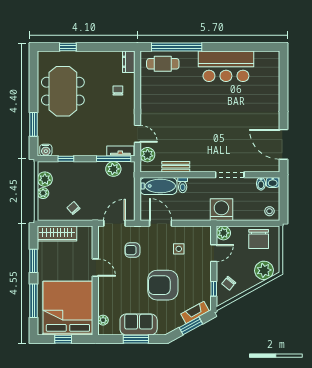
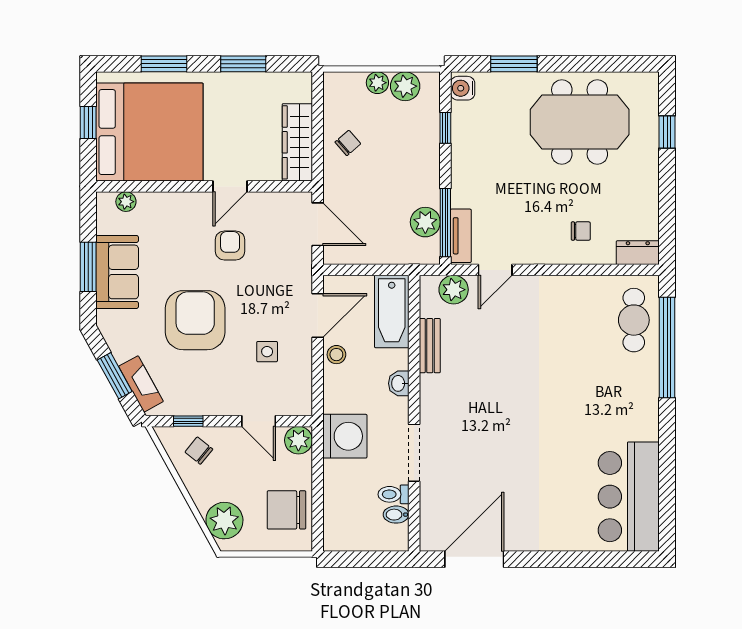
bar counter: (226, 66) -> (629, 497), moved
washbasin: (273, 182) -> (399, 383), moved
toilet: (183, 185) -> (393, 494), moved
stool: (269, 211) -> (336, 355), moved
wardrobe: (57, 234) -> (297, 142), moved
armchair: (132, 250) -> (230, 245), moved
window: (34, 301) -> (164, 64), width x0.69

